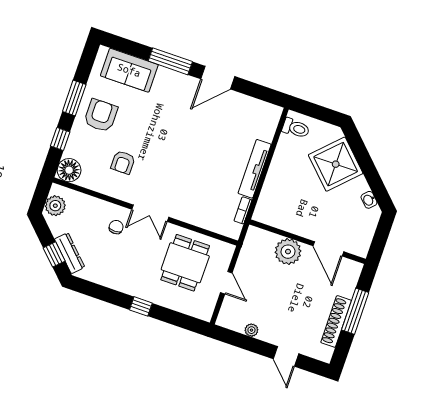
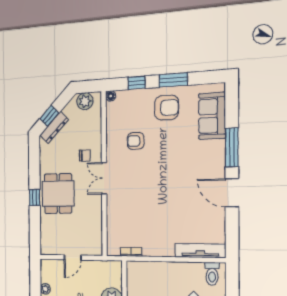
tv unit: (255, 169) -> (200, 251), moved
floor lamp: (69, 170) -> (111, 96), width x0.53, depth x0.53
dining table: (185, 263) -> (58, 194), moved, turned 90

